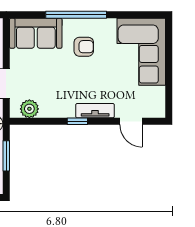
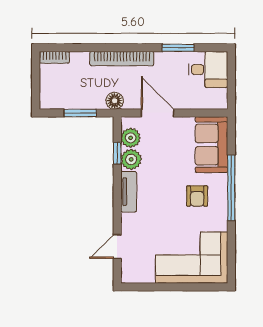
plant: (50, 108) -> (131, 159), added
tv unit: (95, 111) -> (129, 192), moved
window: (77, 121) -> (117, 153), moved

